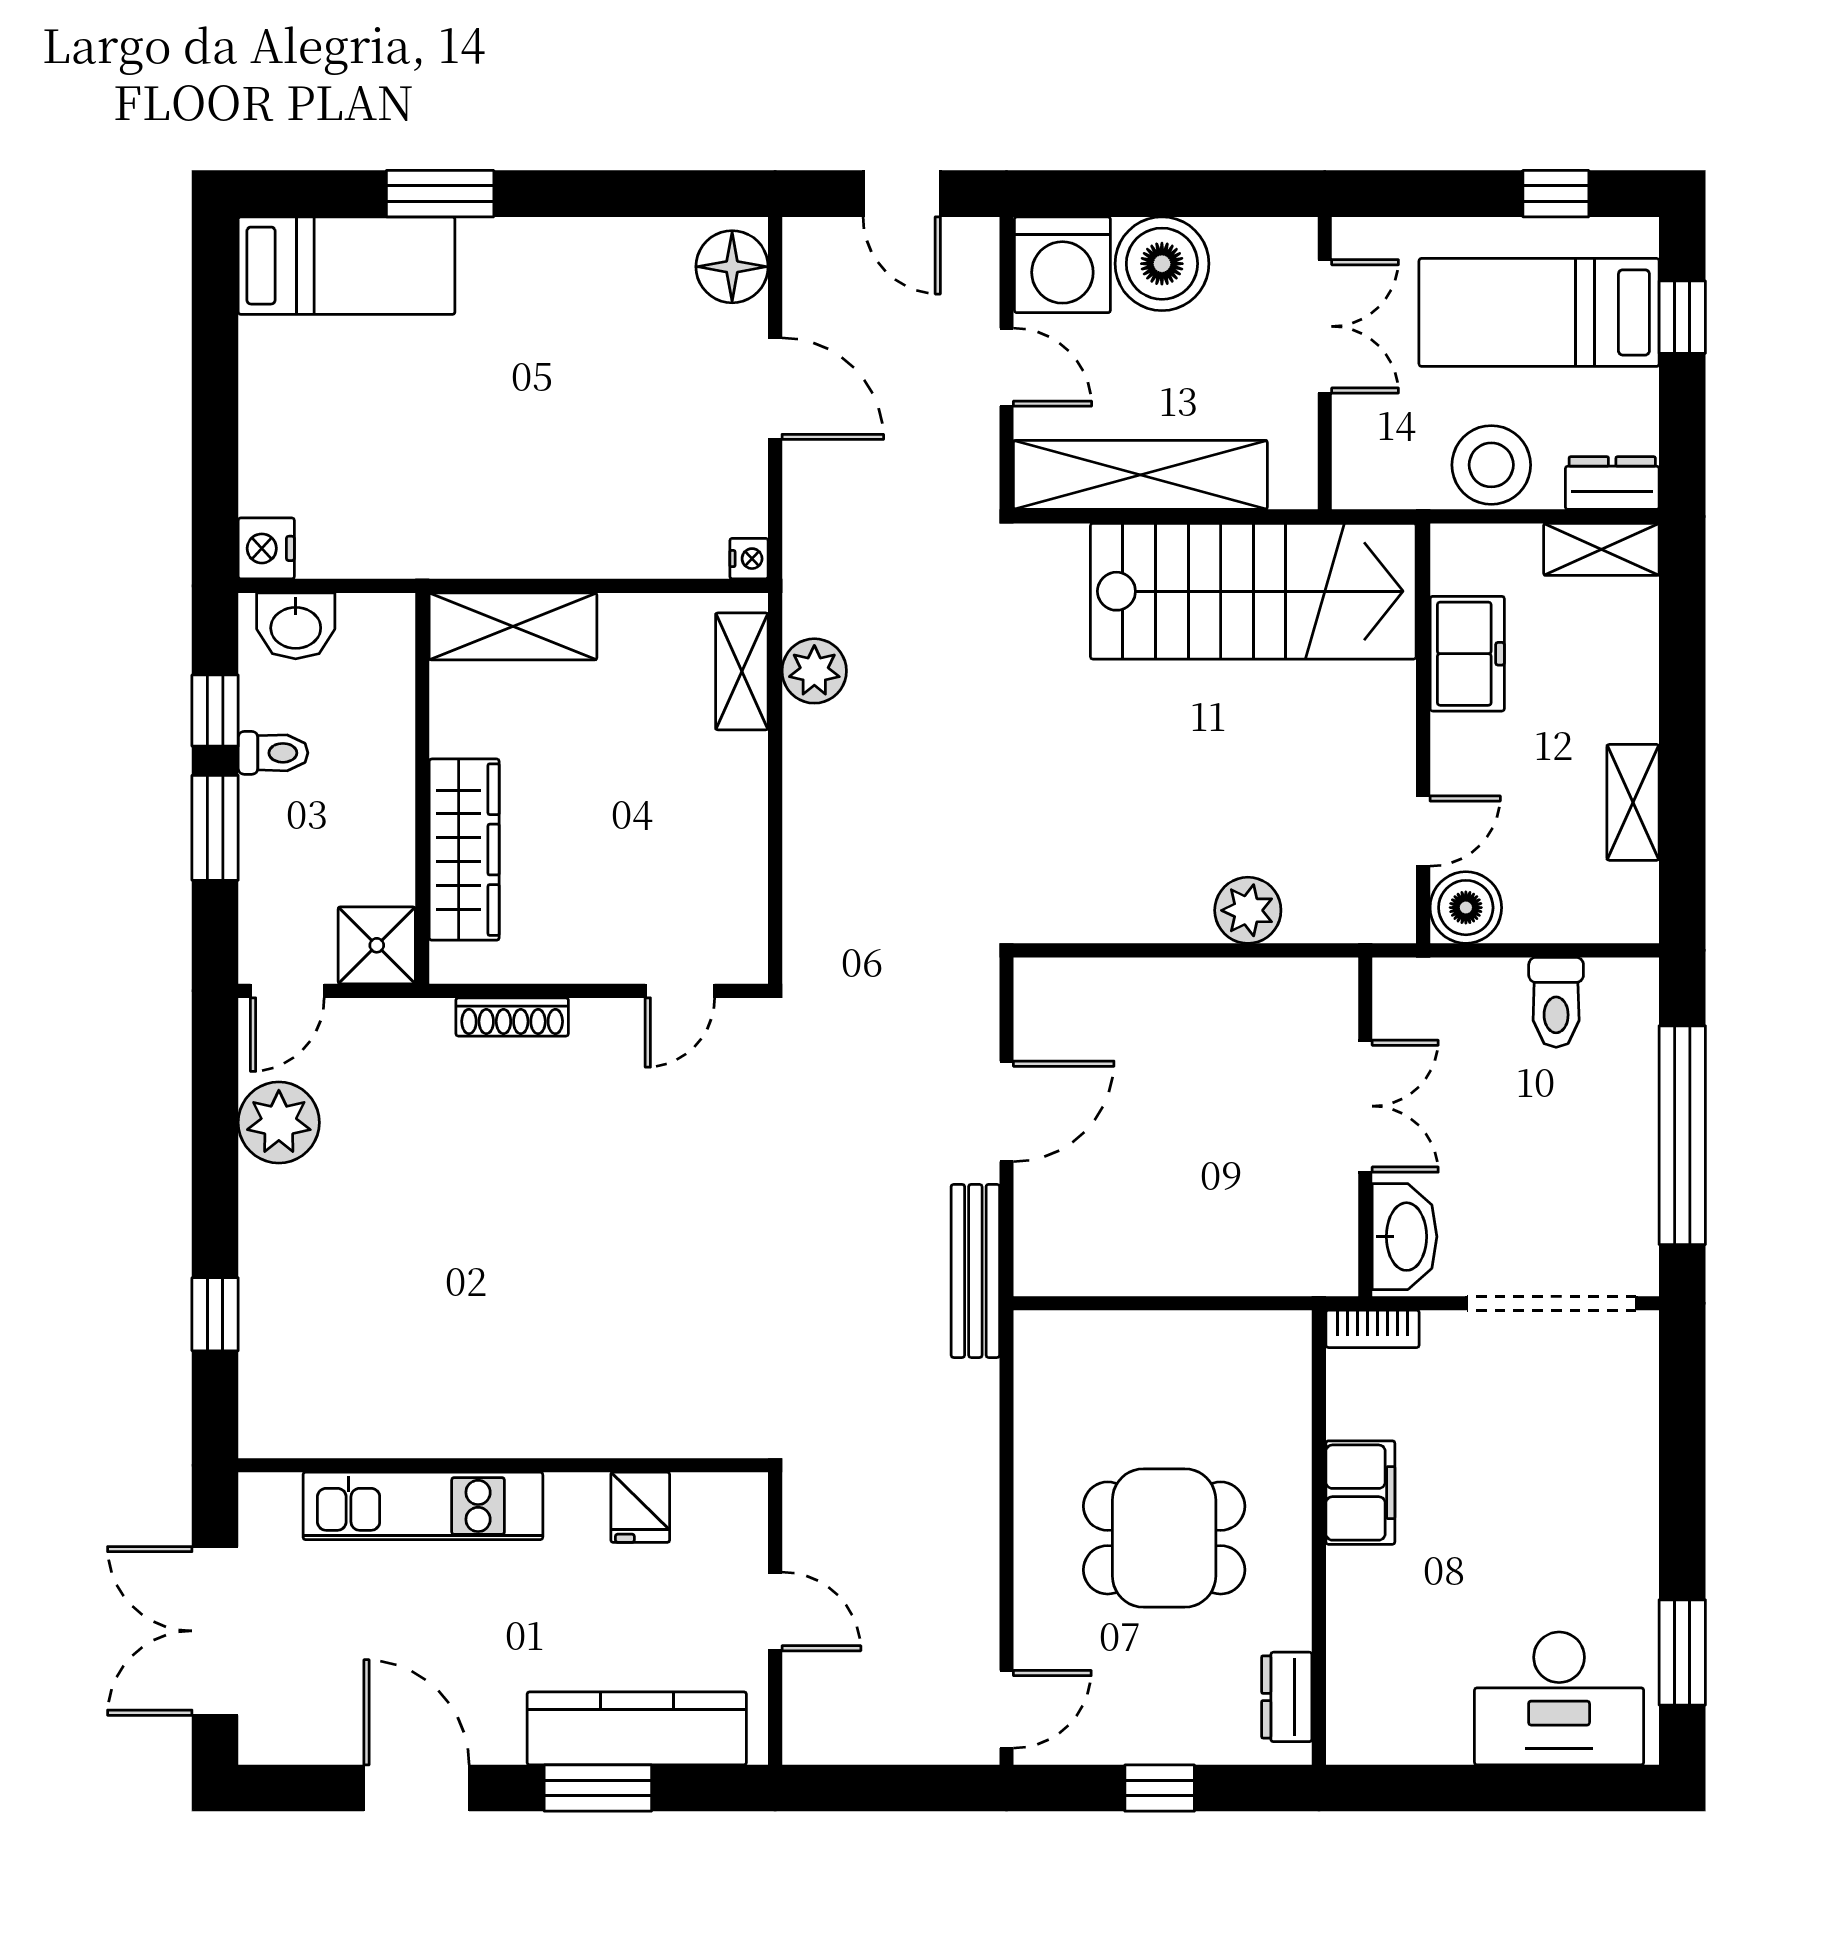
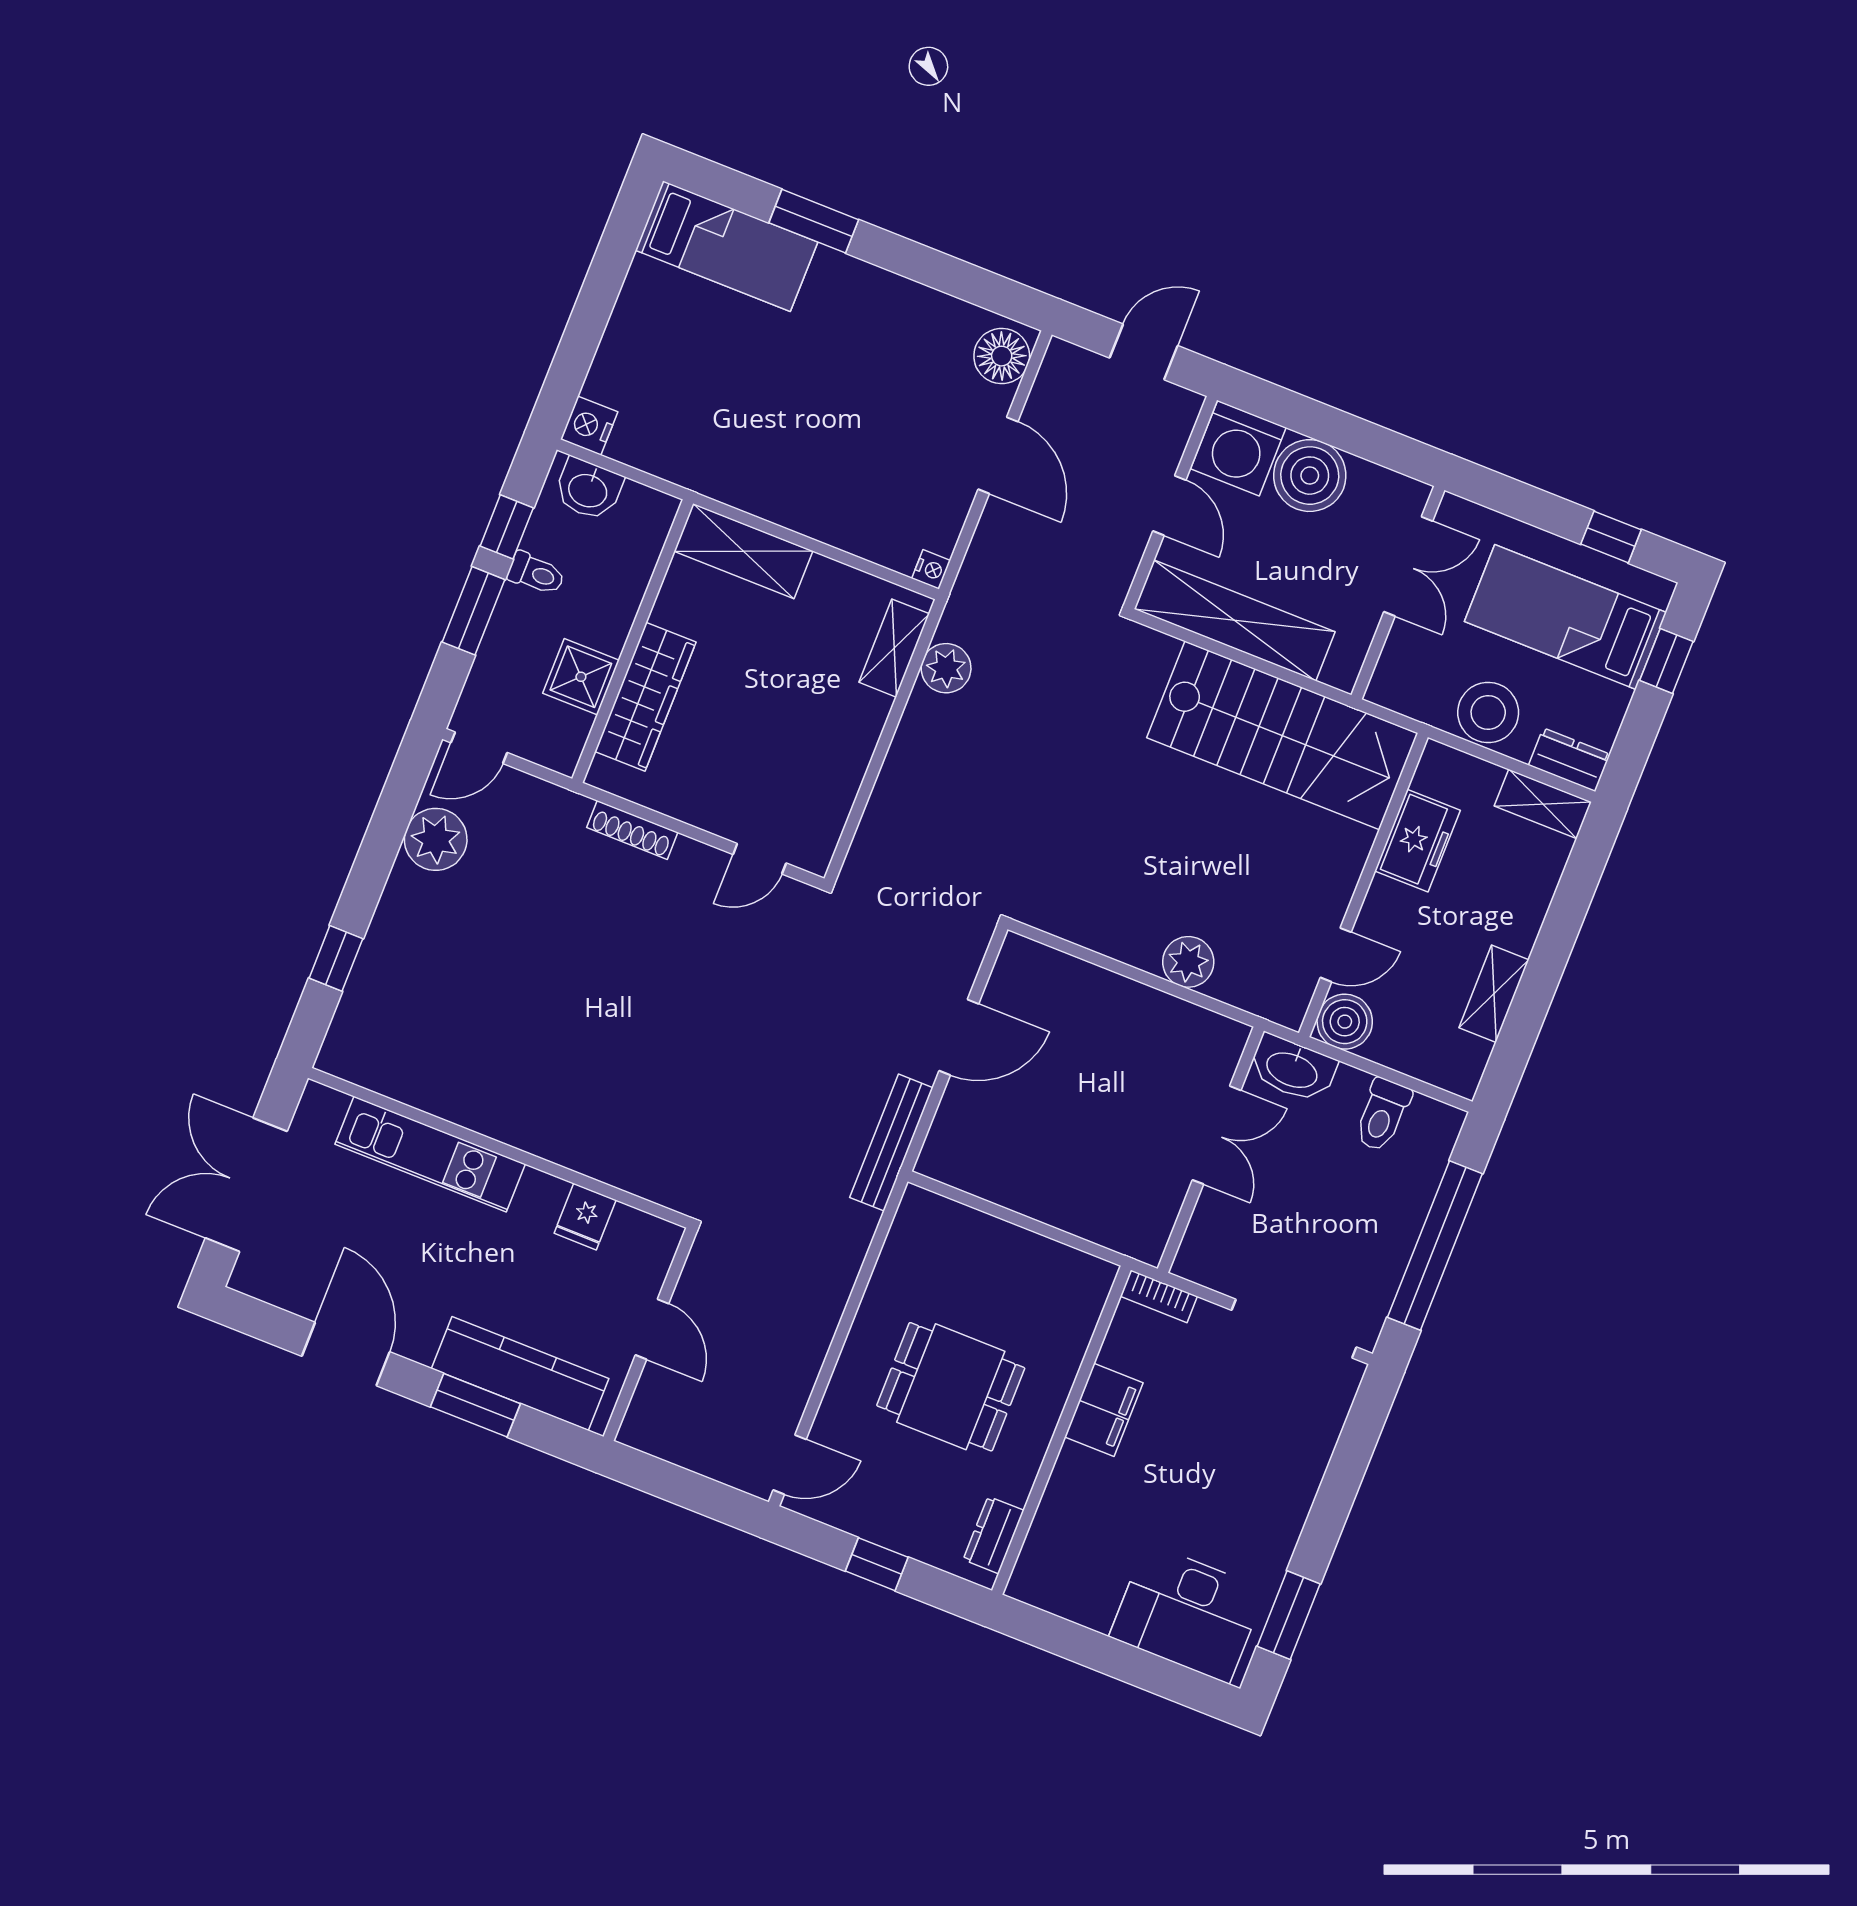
door: (902, 194) -> (1144, 352), swing flipped
shower: (377, 945) -> (581, 677), moved
washbasin: (1405, 1237) -> (1292, 1069), moved, turned 90

